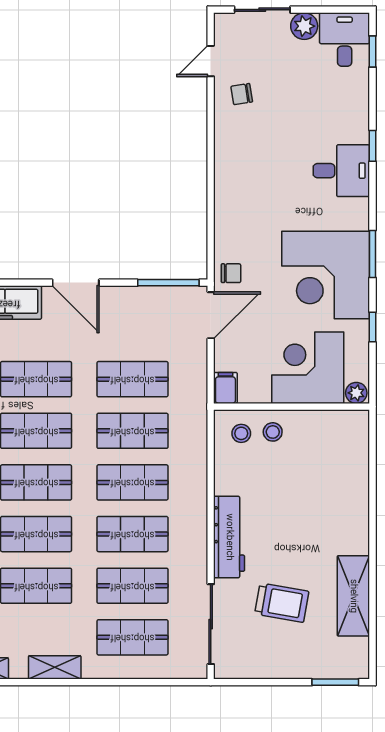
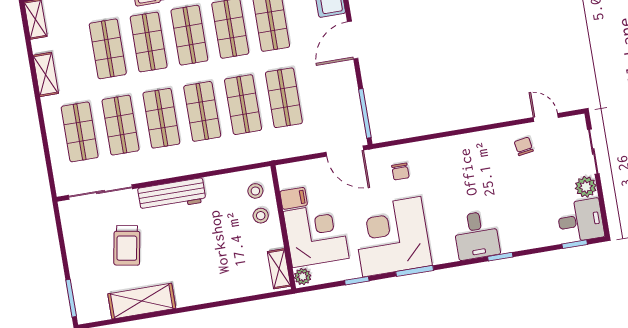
chair: (231, 273) -> (400, 172), moved
filing cabinet: (225, 388) -> (294, 198), moved
shelving: (342, 420) -> (279, 269), added

